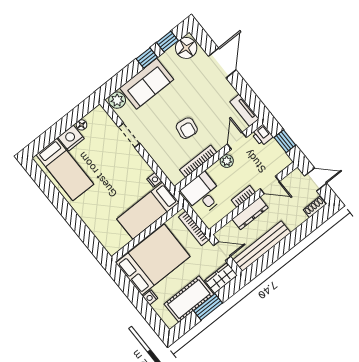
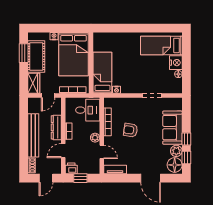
plant: (117, 100) -> (176, 151), moved
printer: (262, 135) -> (71, 168), moved
bench: (262, 246) -> (33, 135), moved
window: (208, 307) -> (24, 53), moved

